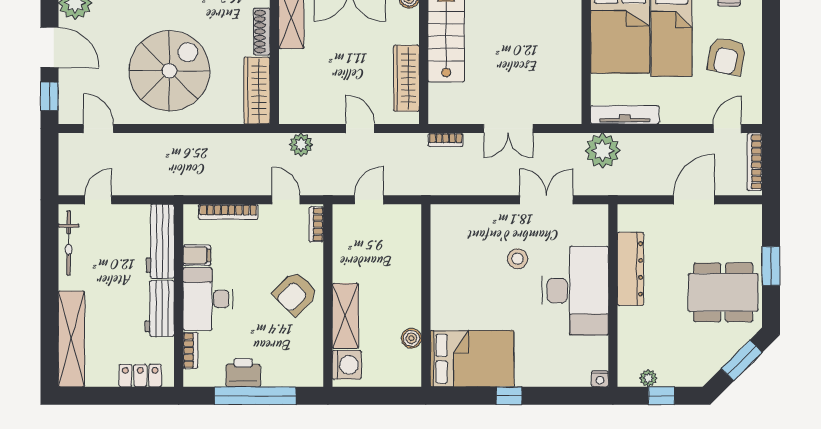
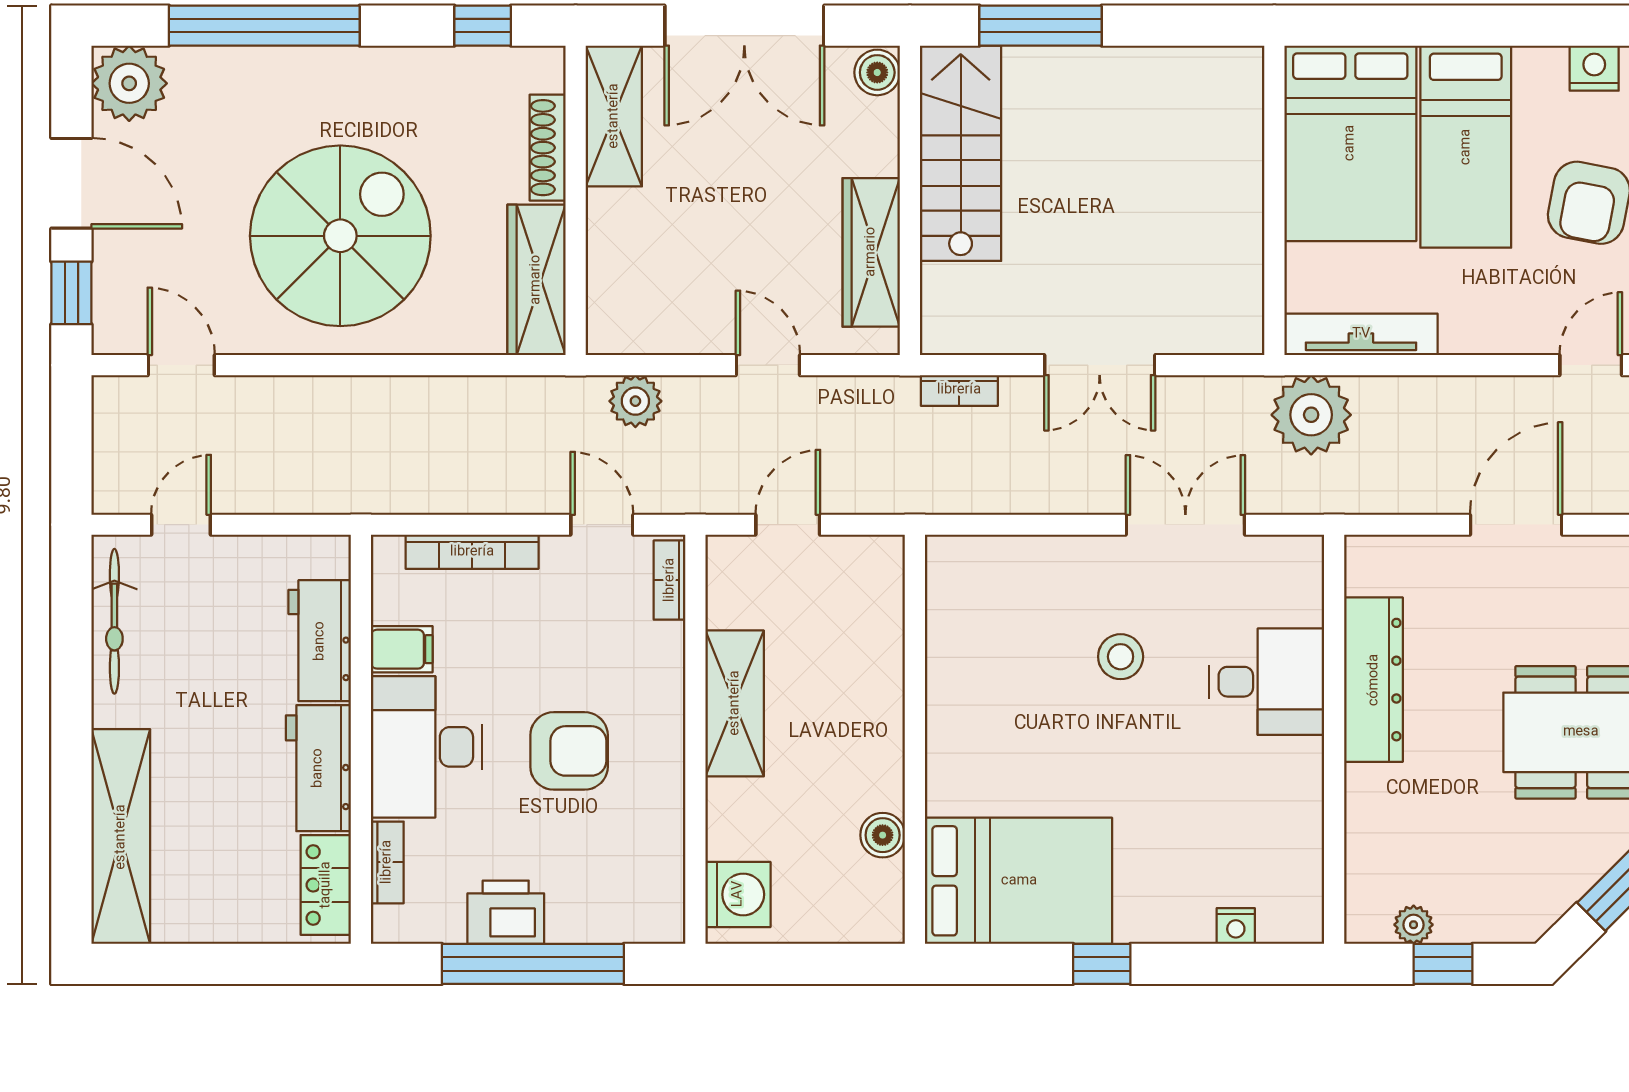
workbench: (160, 241) -> (320, 641), width x0.73
desk: (575, 291) -> (1267, 682), width x0.53, depth x0.77
armchair: (295, 293) -> (569, 751), moved, turned -135
shelving: (345, 316) -> (735, 703), moved
locker: (140, 376) -> (326, 885), moved, turned -90
nightstand: (600, 379) -> (1236, 926), moved

